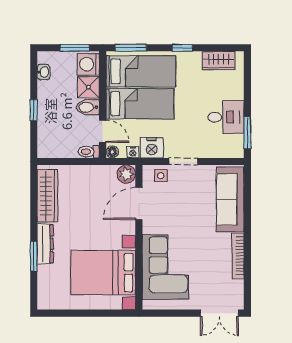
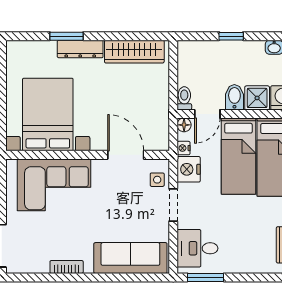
desk: (226, 117) -> (197, 248), moved, turned 90
plant: (126, 174) -> (159, 141), removed
bookcase: (238, 256) -> (67, 267), width x0.64

